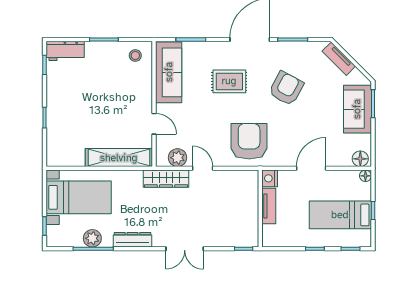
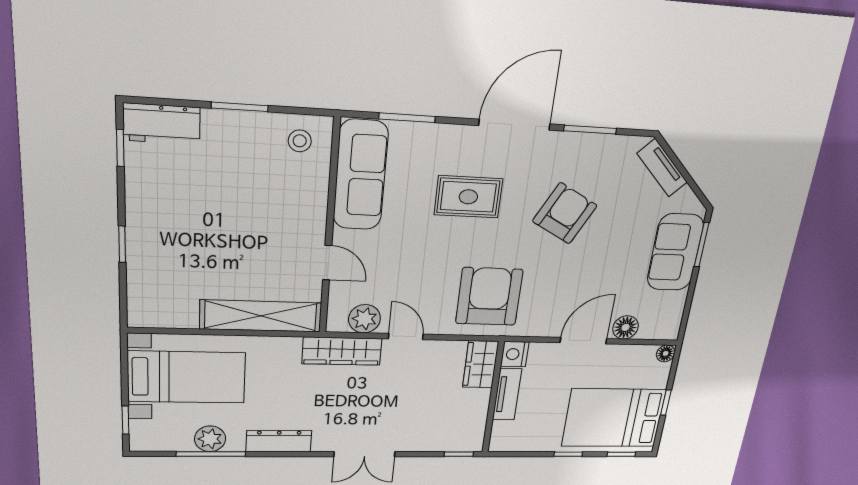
floor lamp: (360, 159) -> (626, 327), moved
wardrobe: (250, 186) -> (481, 364), added
bed: (340, 215) -> (614, 418), width x1.50

